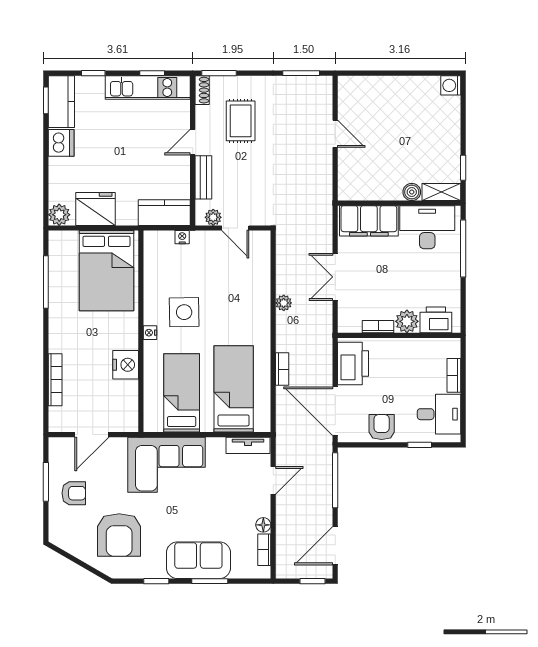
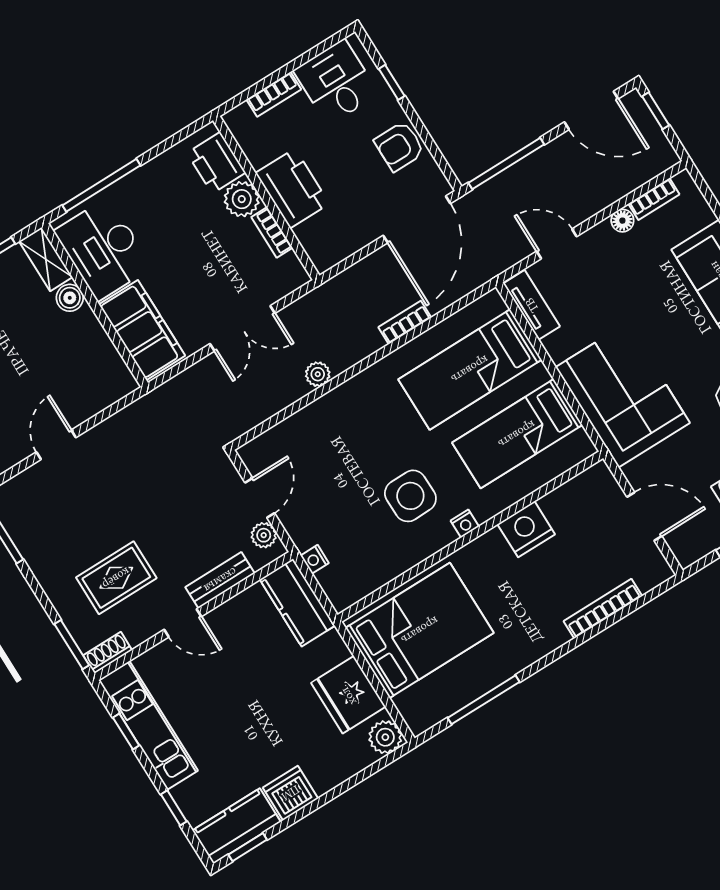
printer: (353, 364) -> (292, 188), moved, turned 90

